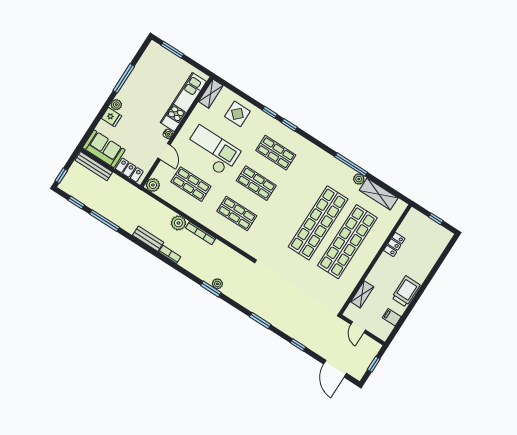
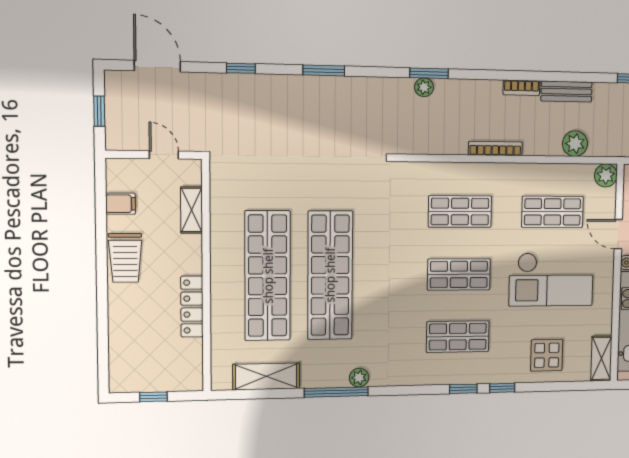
plant: (359, 179) -> (359, 378), moved
plant: (178, 223) -> (575, 144), moved
locker: (394, 245) -> (192, 307), width x1.53

